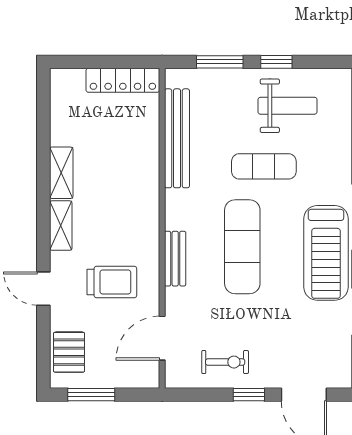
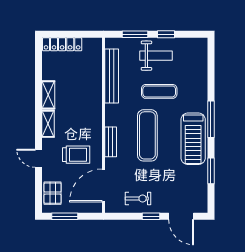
locker: (123, 80) -> (62, 44), moved
weight bench: (287, 106) -> (156, 56), moved
door: (162, 338) -> (104, 185), width x1.36

